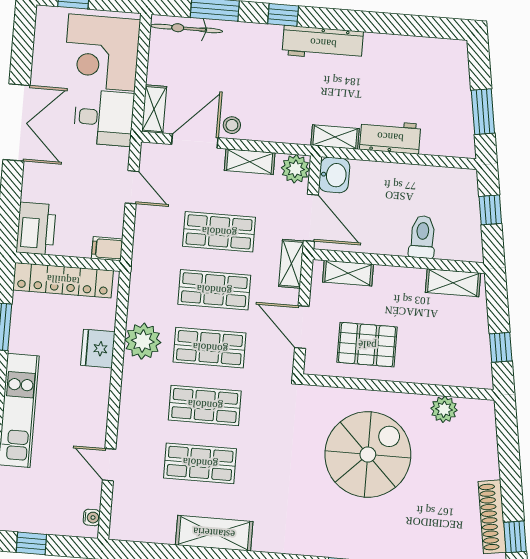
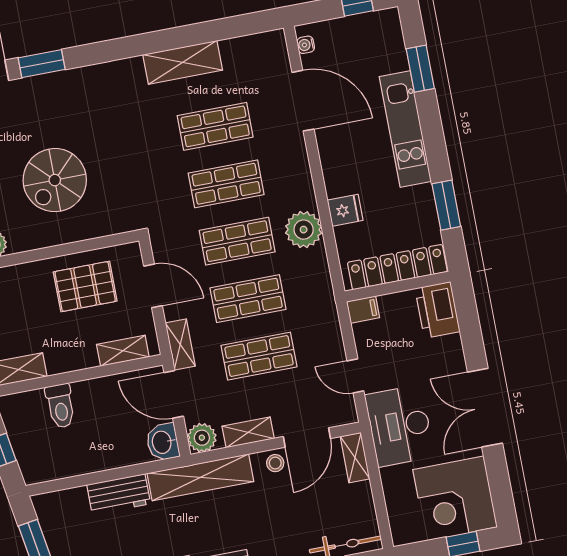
corner desk: (102, 53) -> (455, 498), moved, turned 180
desk: (104, 118) -> (400, 426), width x1.37
shelving: (335, 137) -> (200, 477), width x2.20, depth x1.33
fridge: (98, 349) -> (345, 210), width x0.72
spiral stairs: (368, 455) -> (55, 180), width x0.73, depth x0.73
door: (109, 465) -> (303, 101), width x1.88

